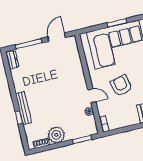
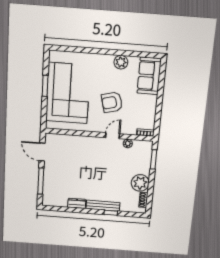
dresser: (12, 60) -> (77, 203), moved

